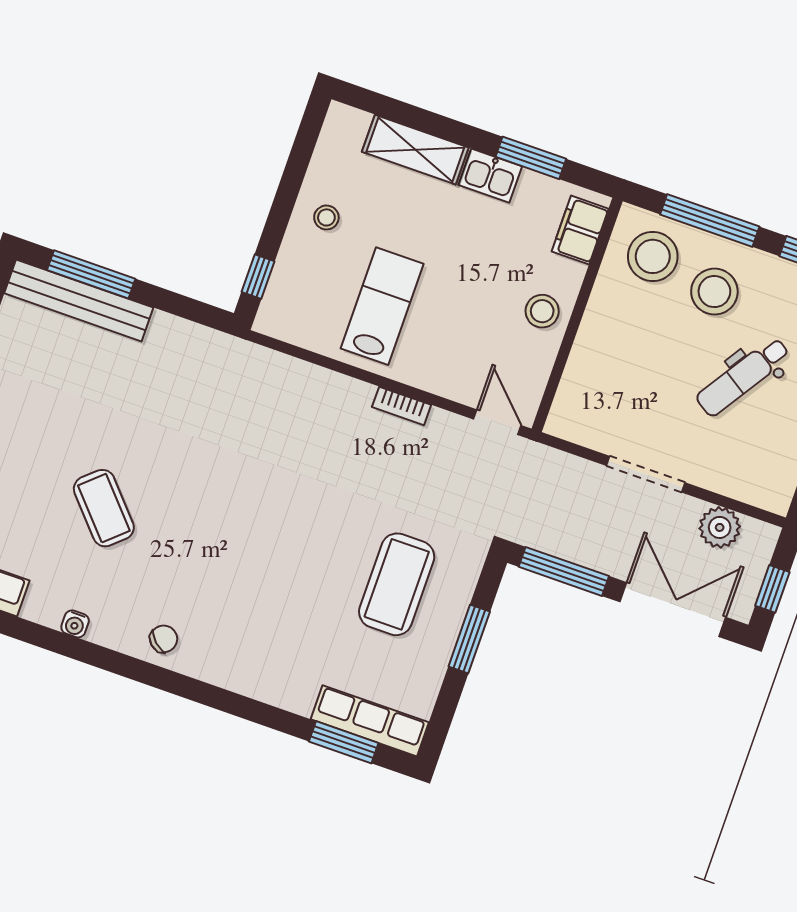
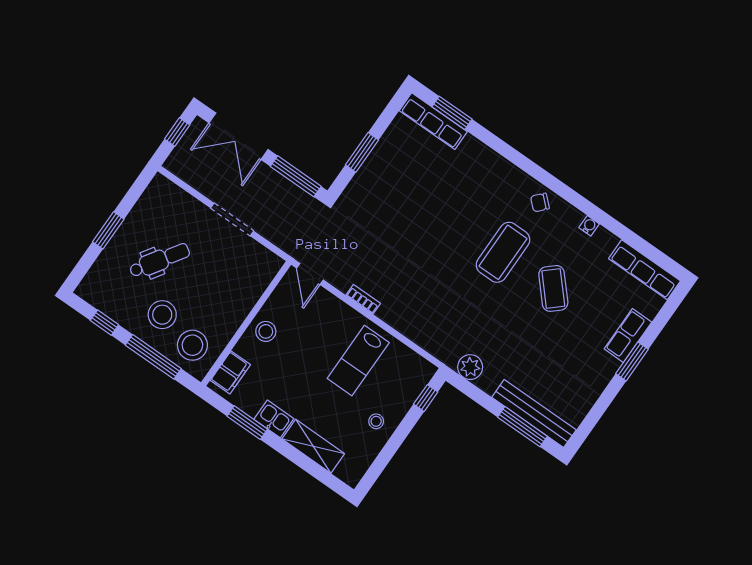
plant: (720, 527) -> (470, 367), moved
coffee table: (397, 584) -> (503, 252), moved

